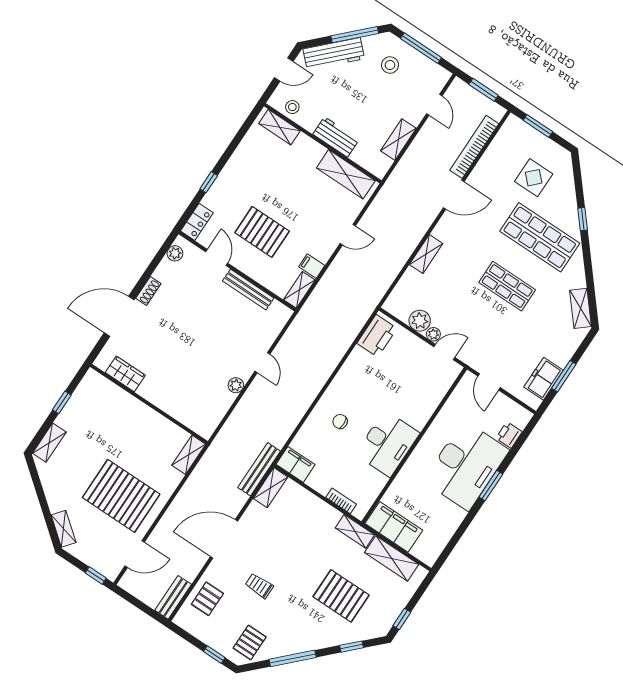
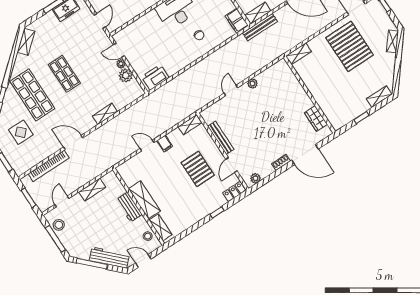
stool: (390, 65) -> (59, 225), moved
shelving: (346, 174) -> (144, 200), moved
filing cabinet: (312, 266) -> (165, 143), moved

